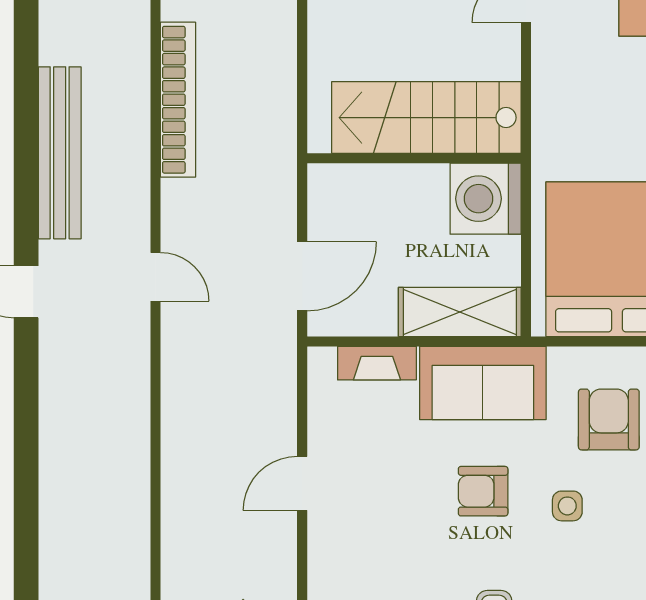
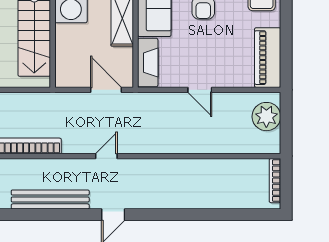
fireplace: (377, 363) -> (148, 63), width x1.37, depth x1.32

